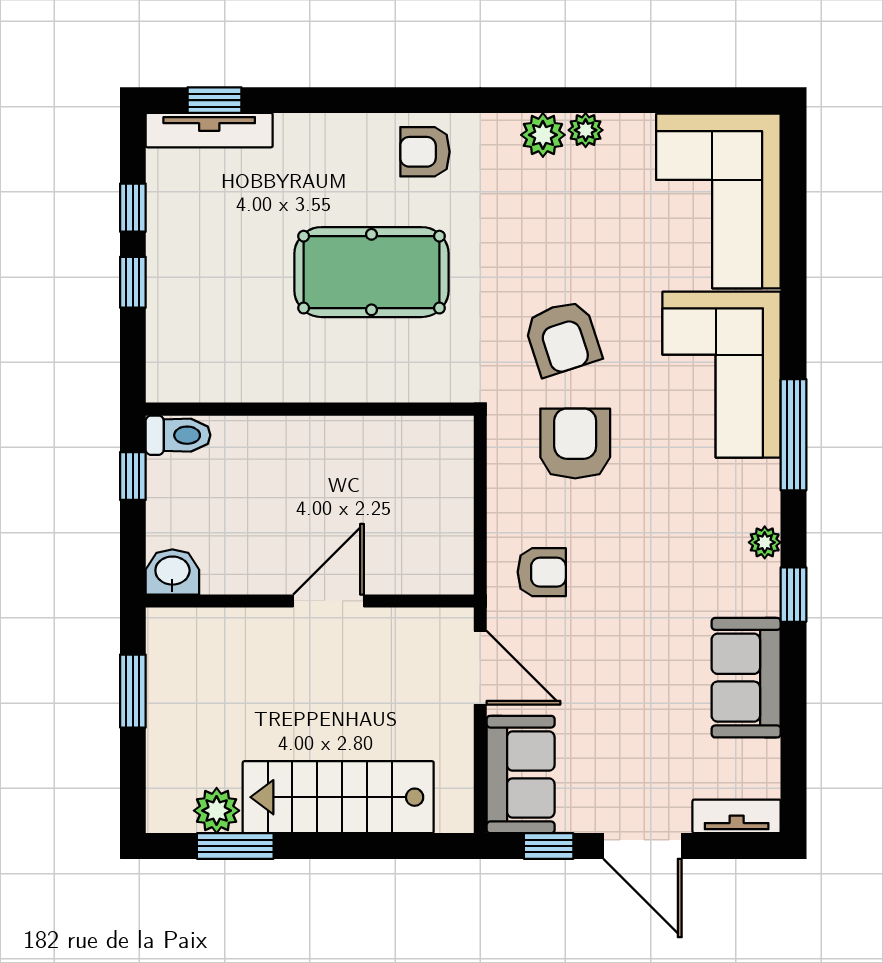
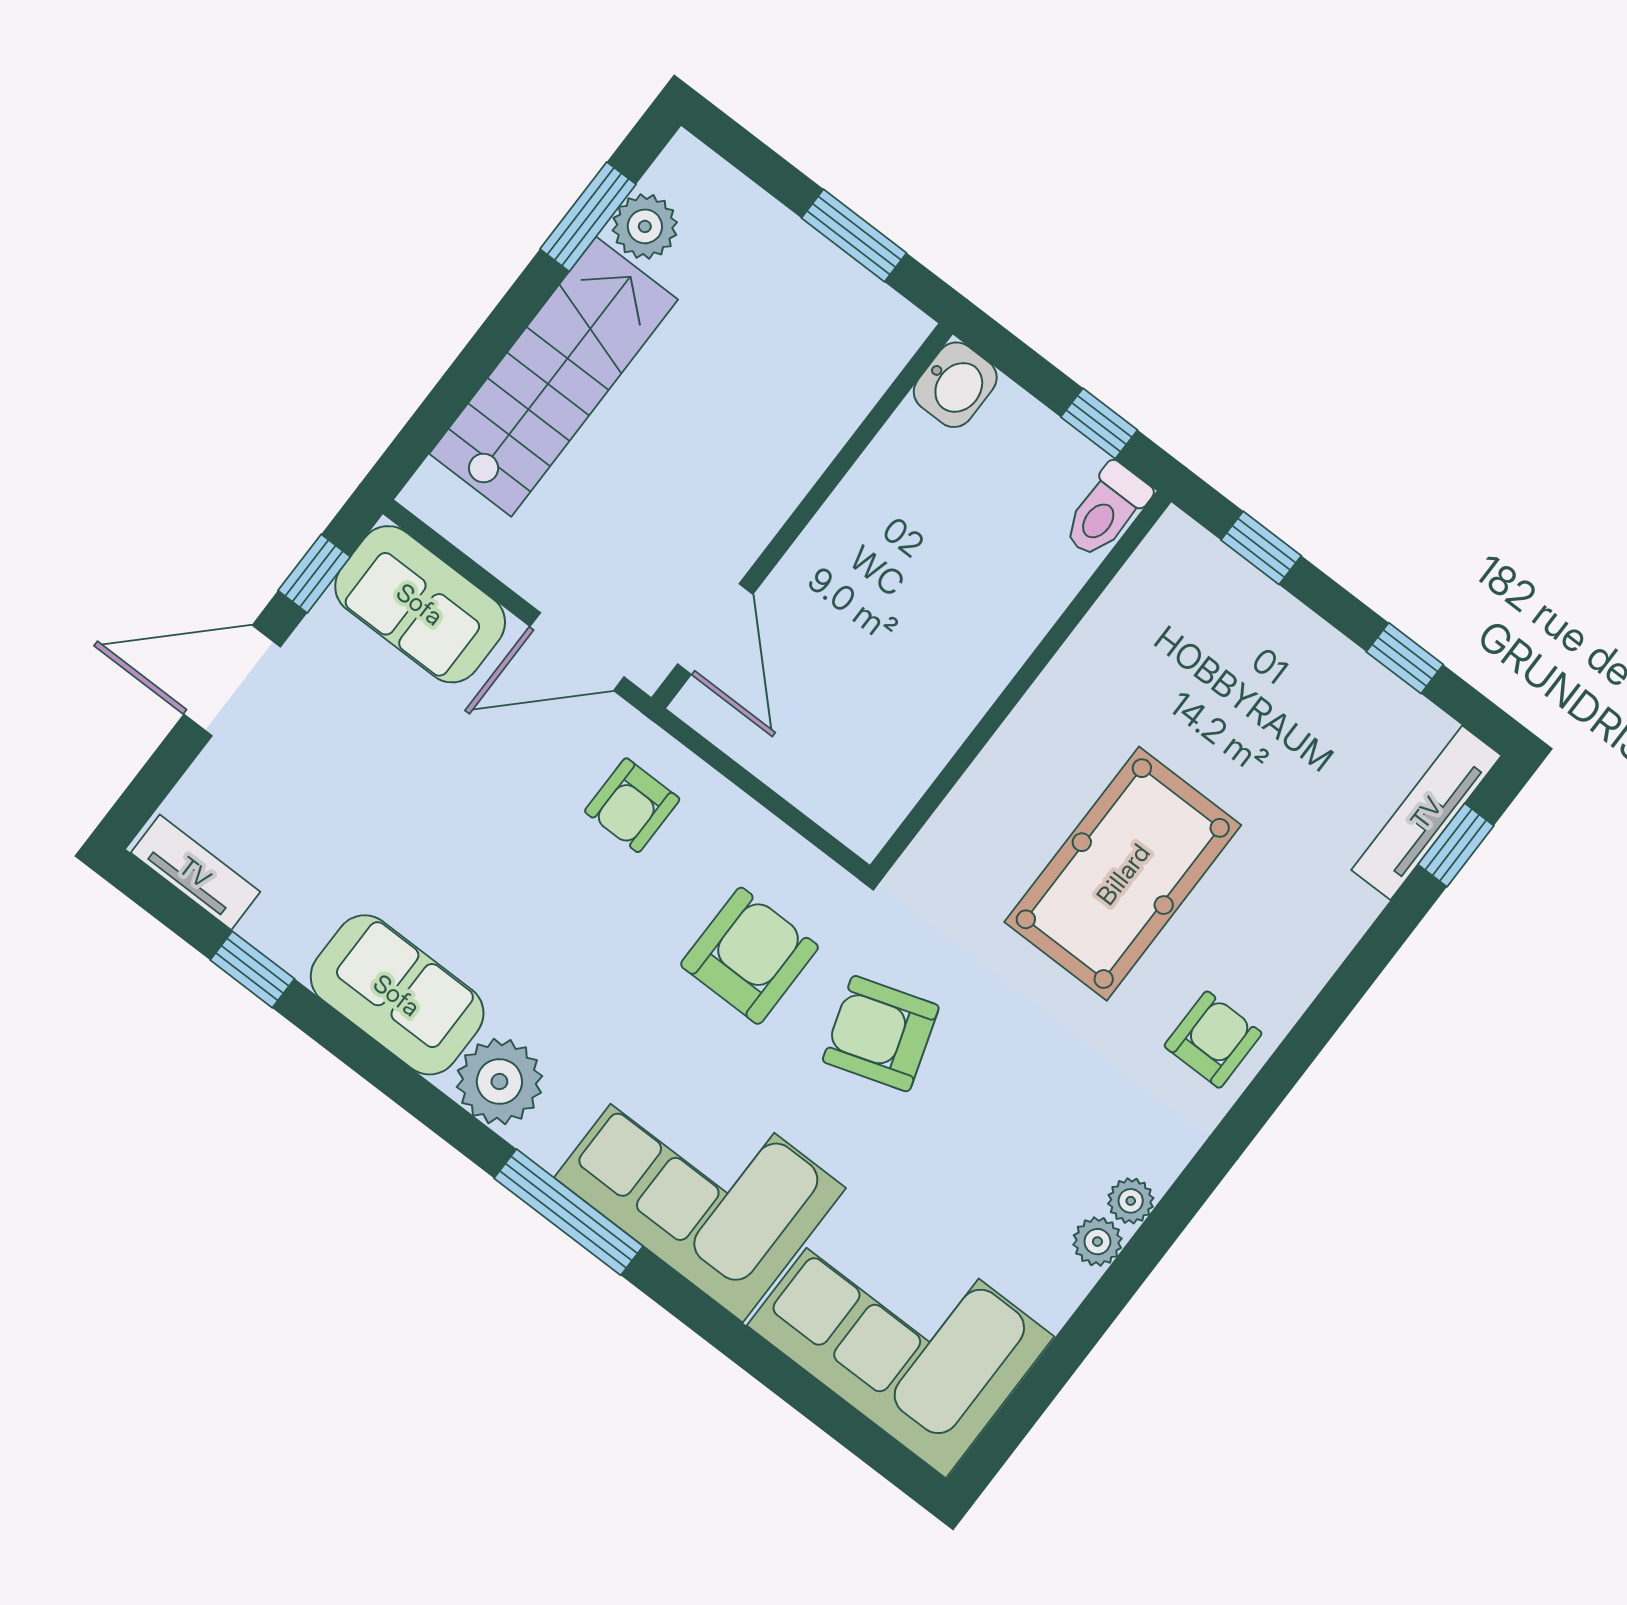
plant: (543, 135) -> (1131, 1201), width x0.73, depth x0.73
window: (133, 282) -> (1261, 548), moved
armchair: (575, 443) -> (749, 956), turned -90
plant: (765, 542) -> (499, 1082), width x1.87, depth x1.87
window: (794, 595) -> (252, 969), moved
door: (329, 601) -> (715, 629), moved
sofa: (746, 678) -> (397, 995), moved
tv unit: (737, 816) -> (195, 872), moved, turned -90

